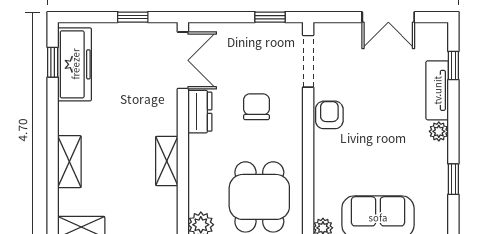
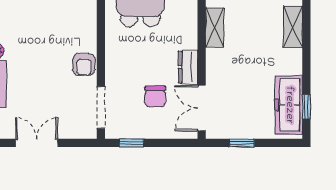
chair: (256, 107) -> (155, 96), moved

